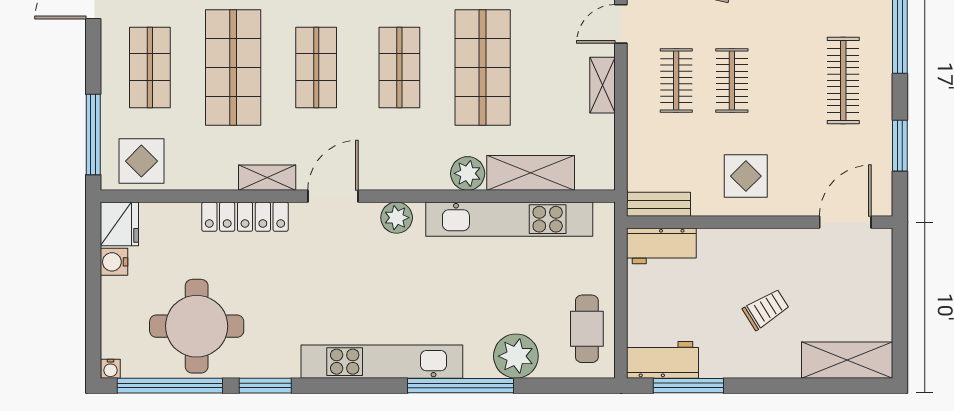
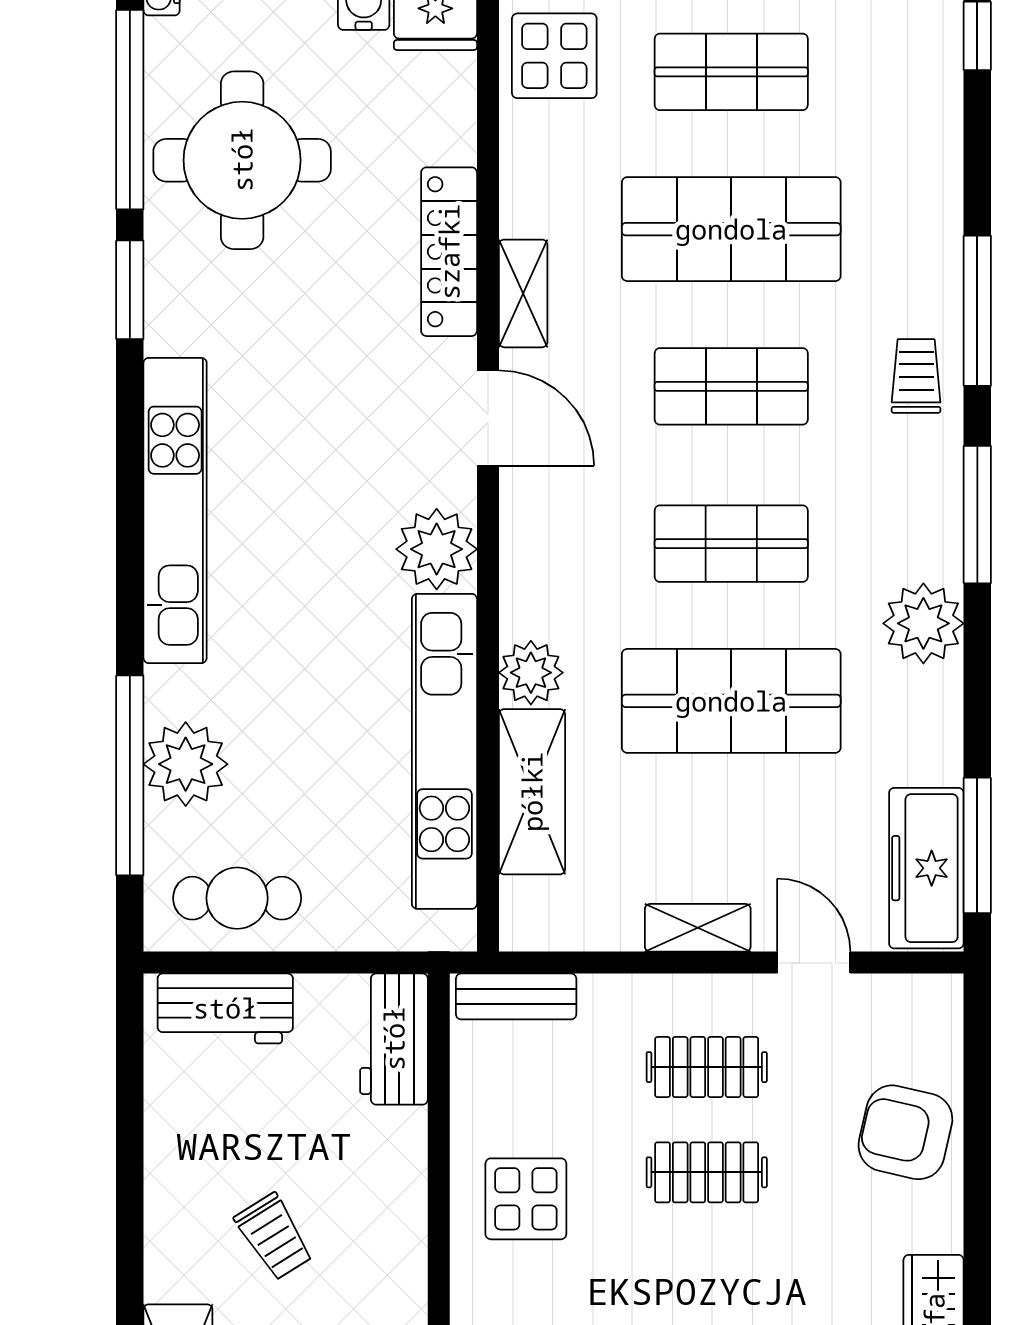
bench: (659, 204) -> (516, 996), moved, turned 90
plant: (397, 218) -> (437, 549), width x1.36, depth x1.36
workbench: (662, 360) -> (225, 1008), moved, turned 90
window: (460, 386) -> (130, 775), moved
window: (688, 386) -> (130, 1090), removed

